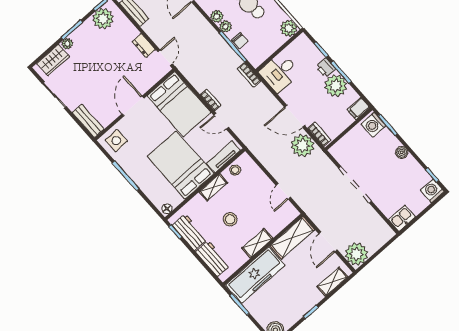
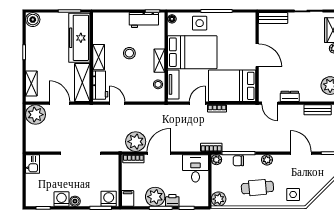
plant: (226, 27) -> (216, 160), moved
side table: (116, 141) -> (200, 23), moved
washing machine: (432, 191) -> (61, 199), moved, turned -90
workbench: (213, 259) -> (100, 85), moved, turned -90

